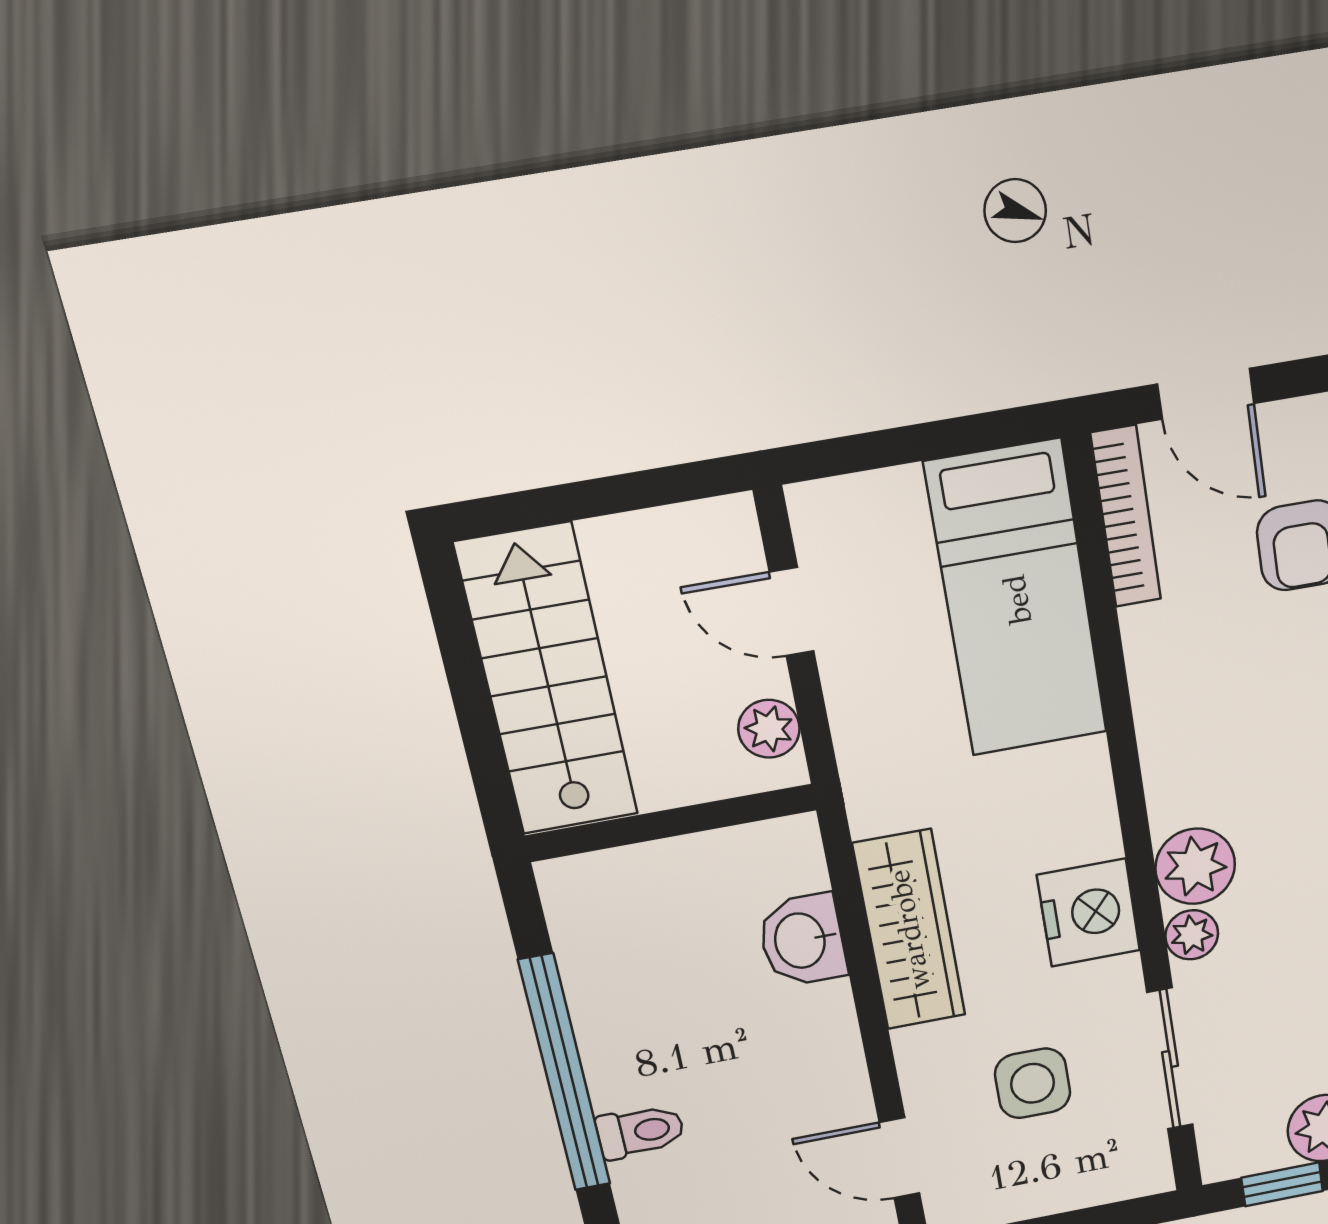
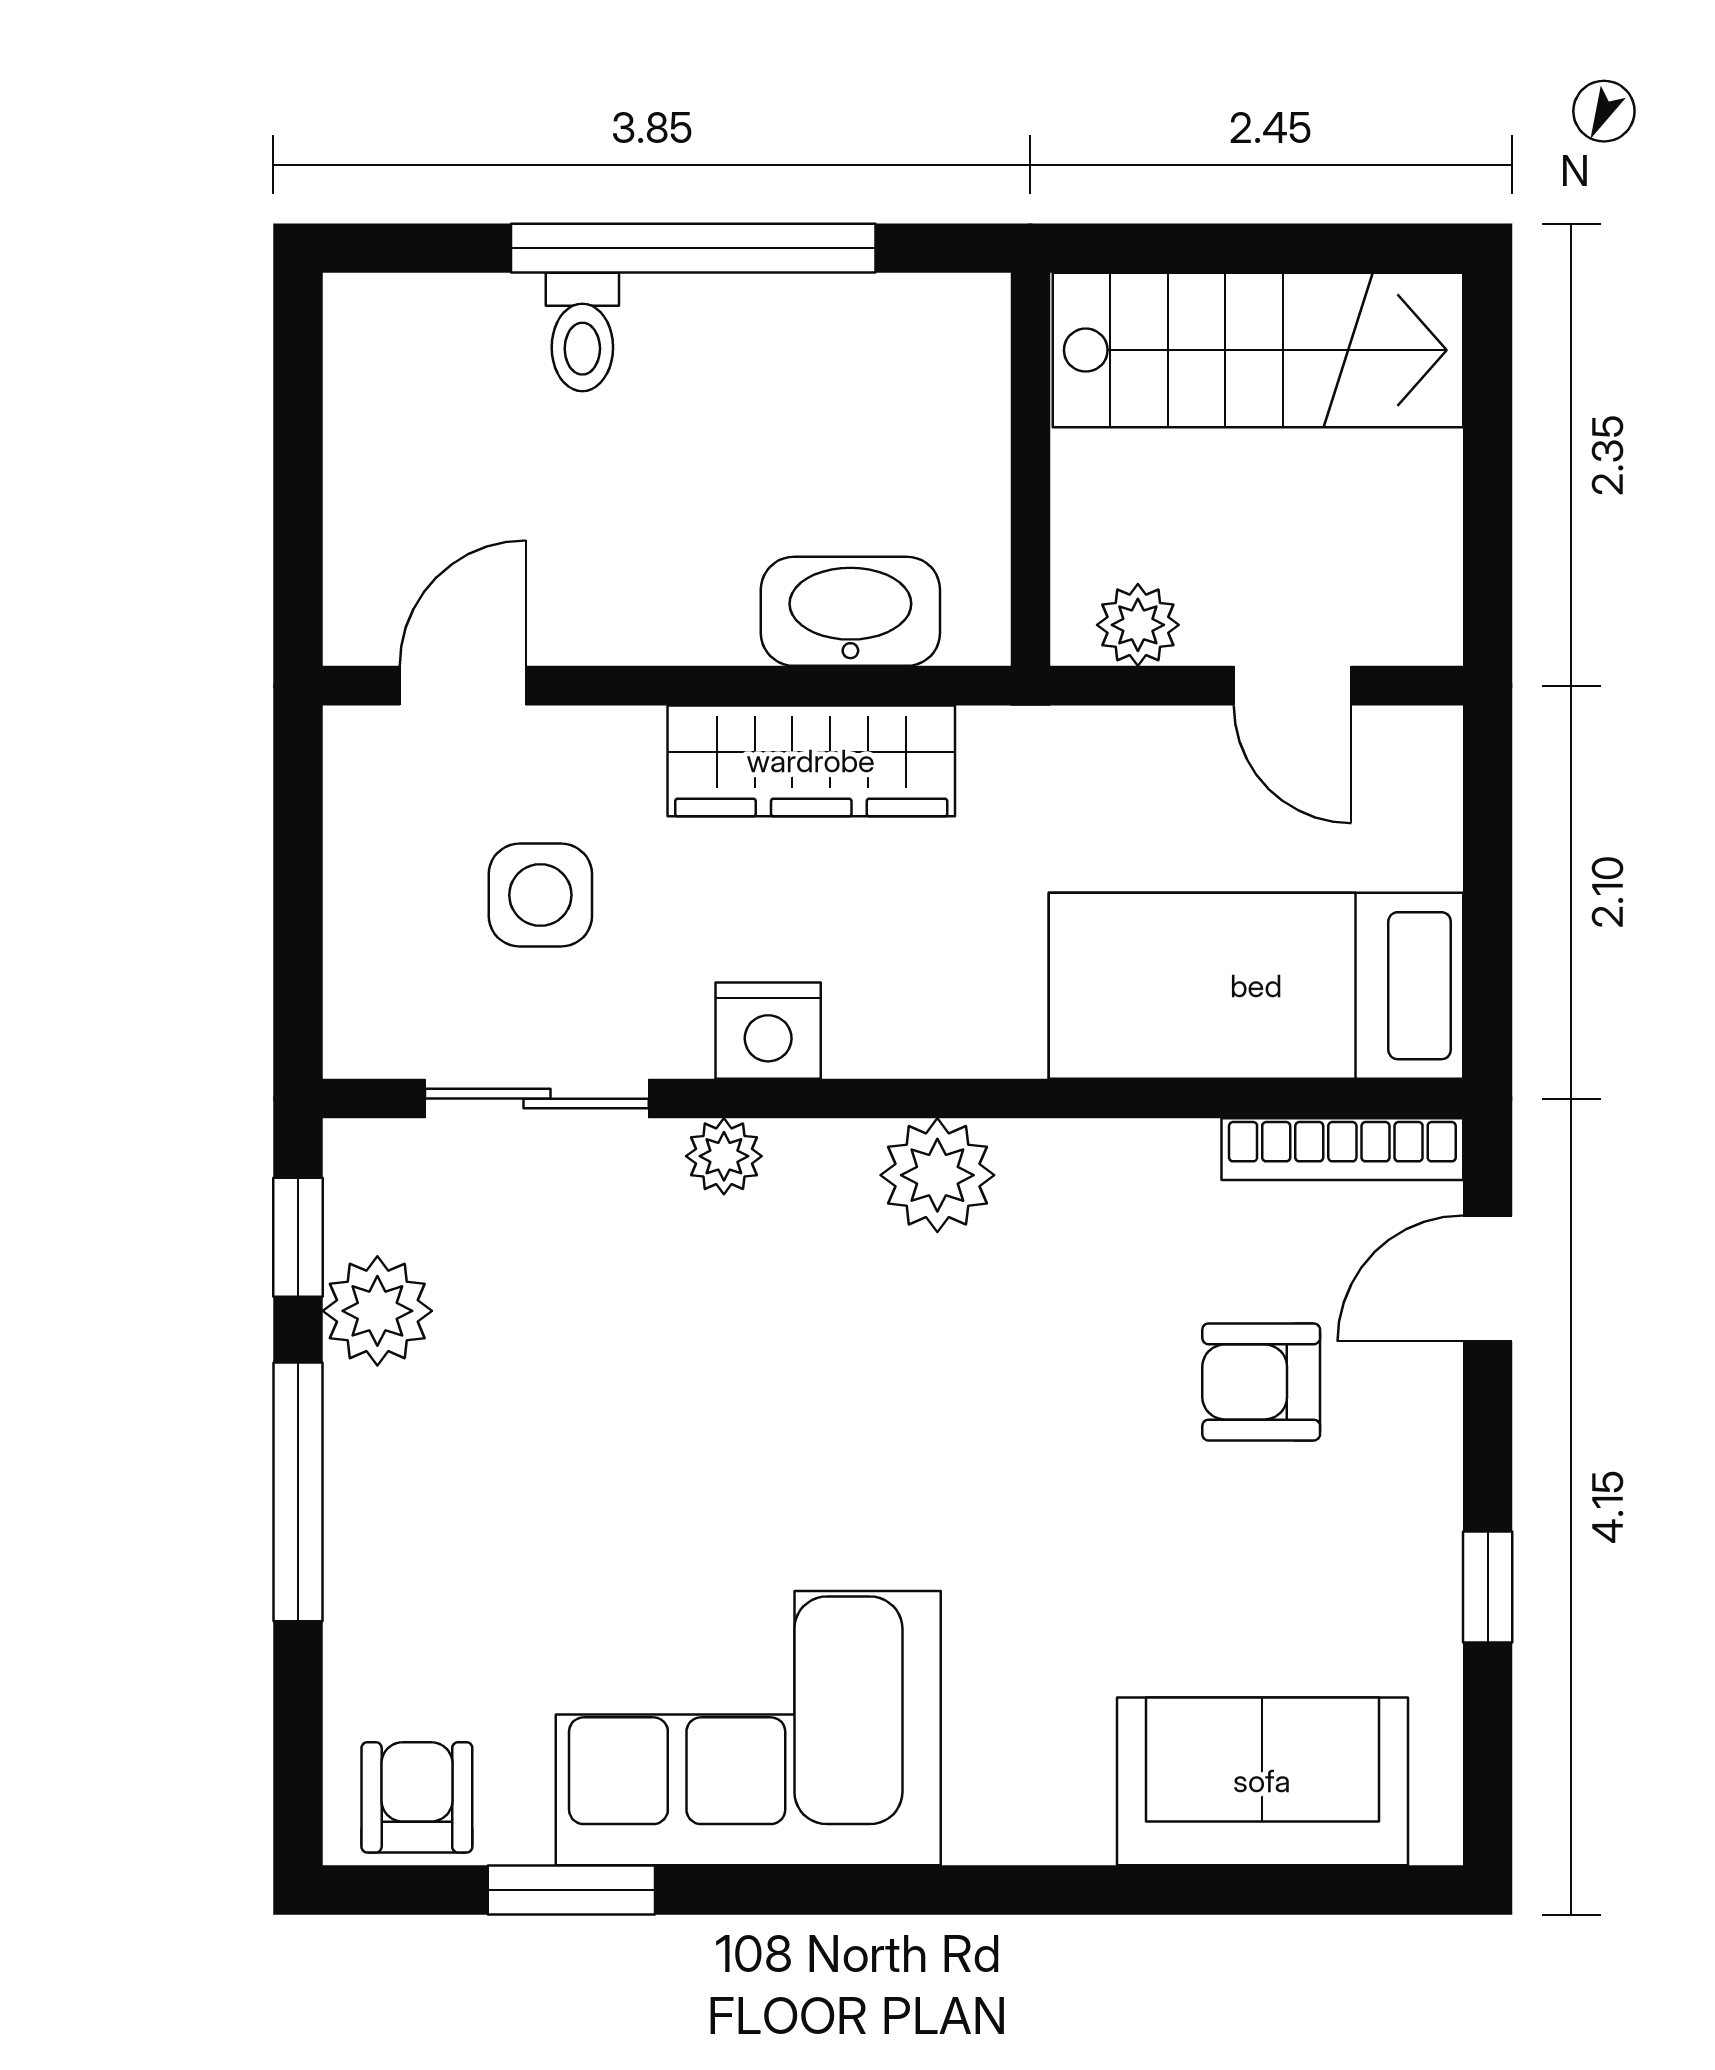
door: (792, 612) -> (1293, 686), swing flipped
plant: (1195, 866) -> (937, 1175), moved
nightstand: (1089, 913) -> (768, 1031), width x0.74, depth x0.75
washbasin: (802, 940) -> (850, 611), width x1.38

